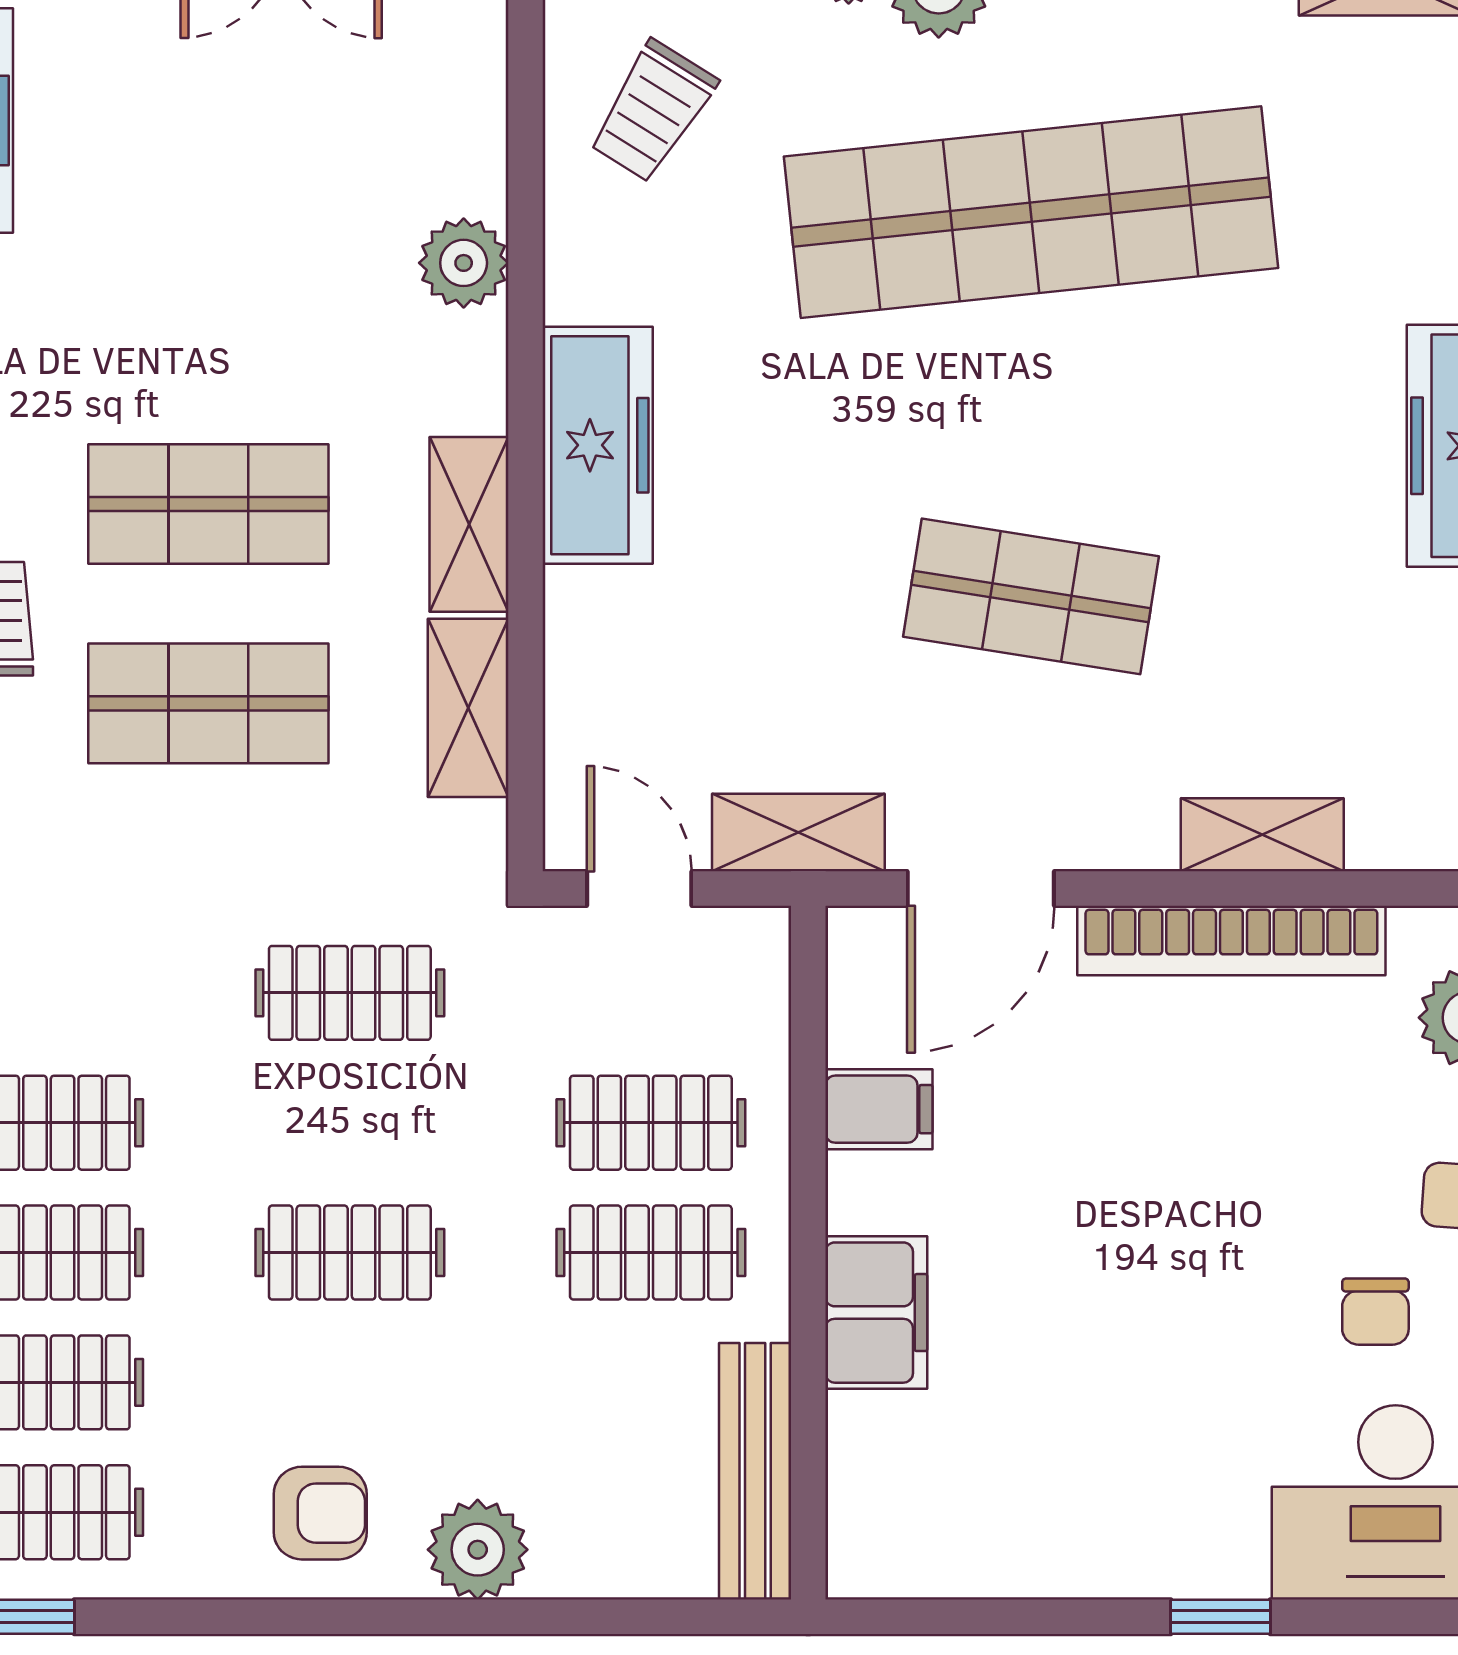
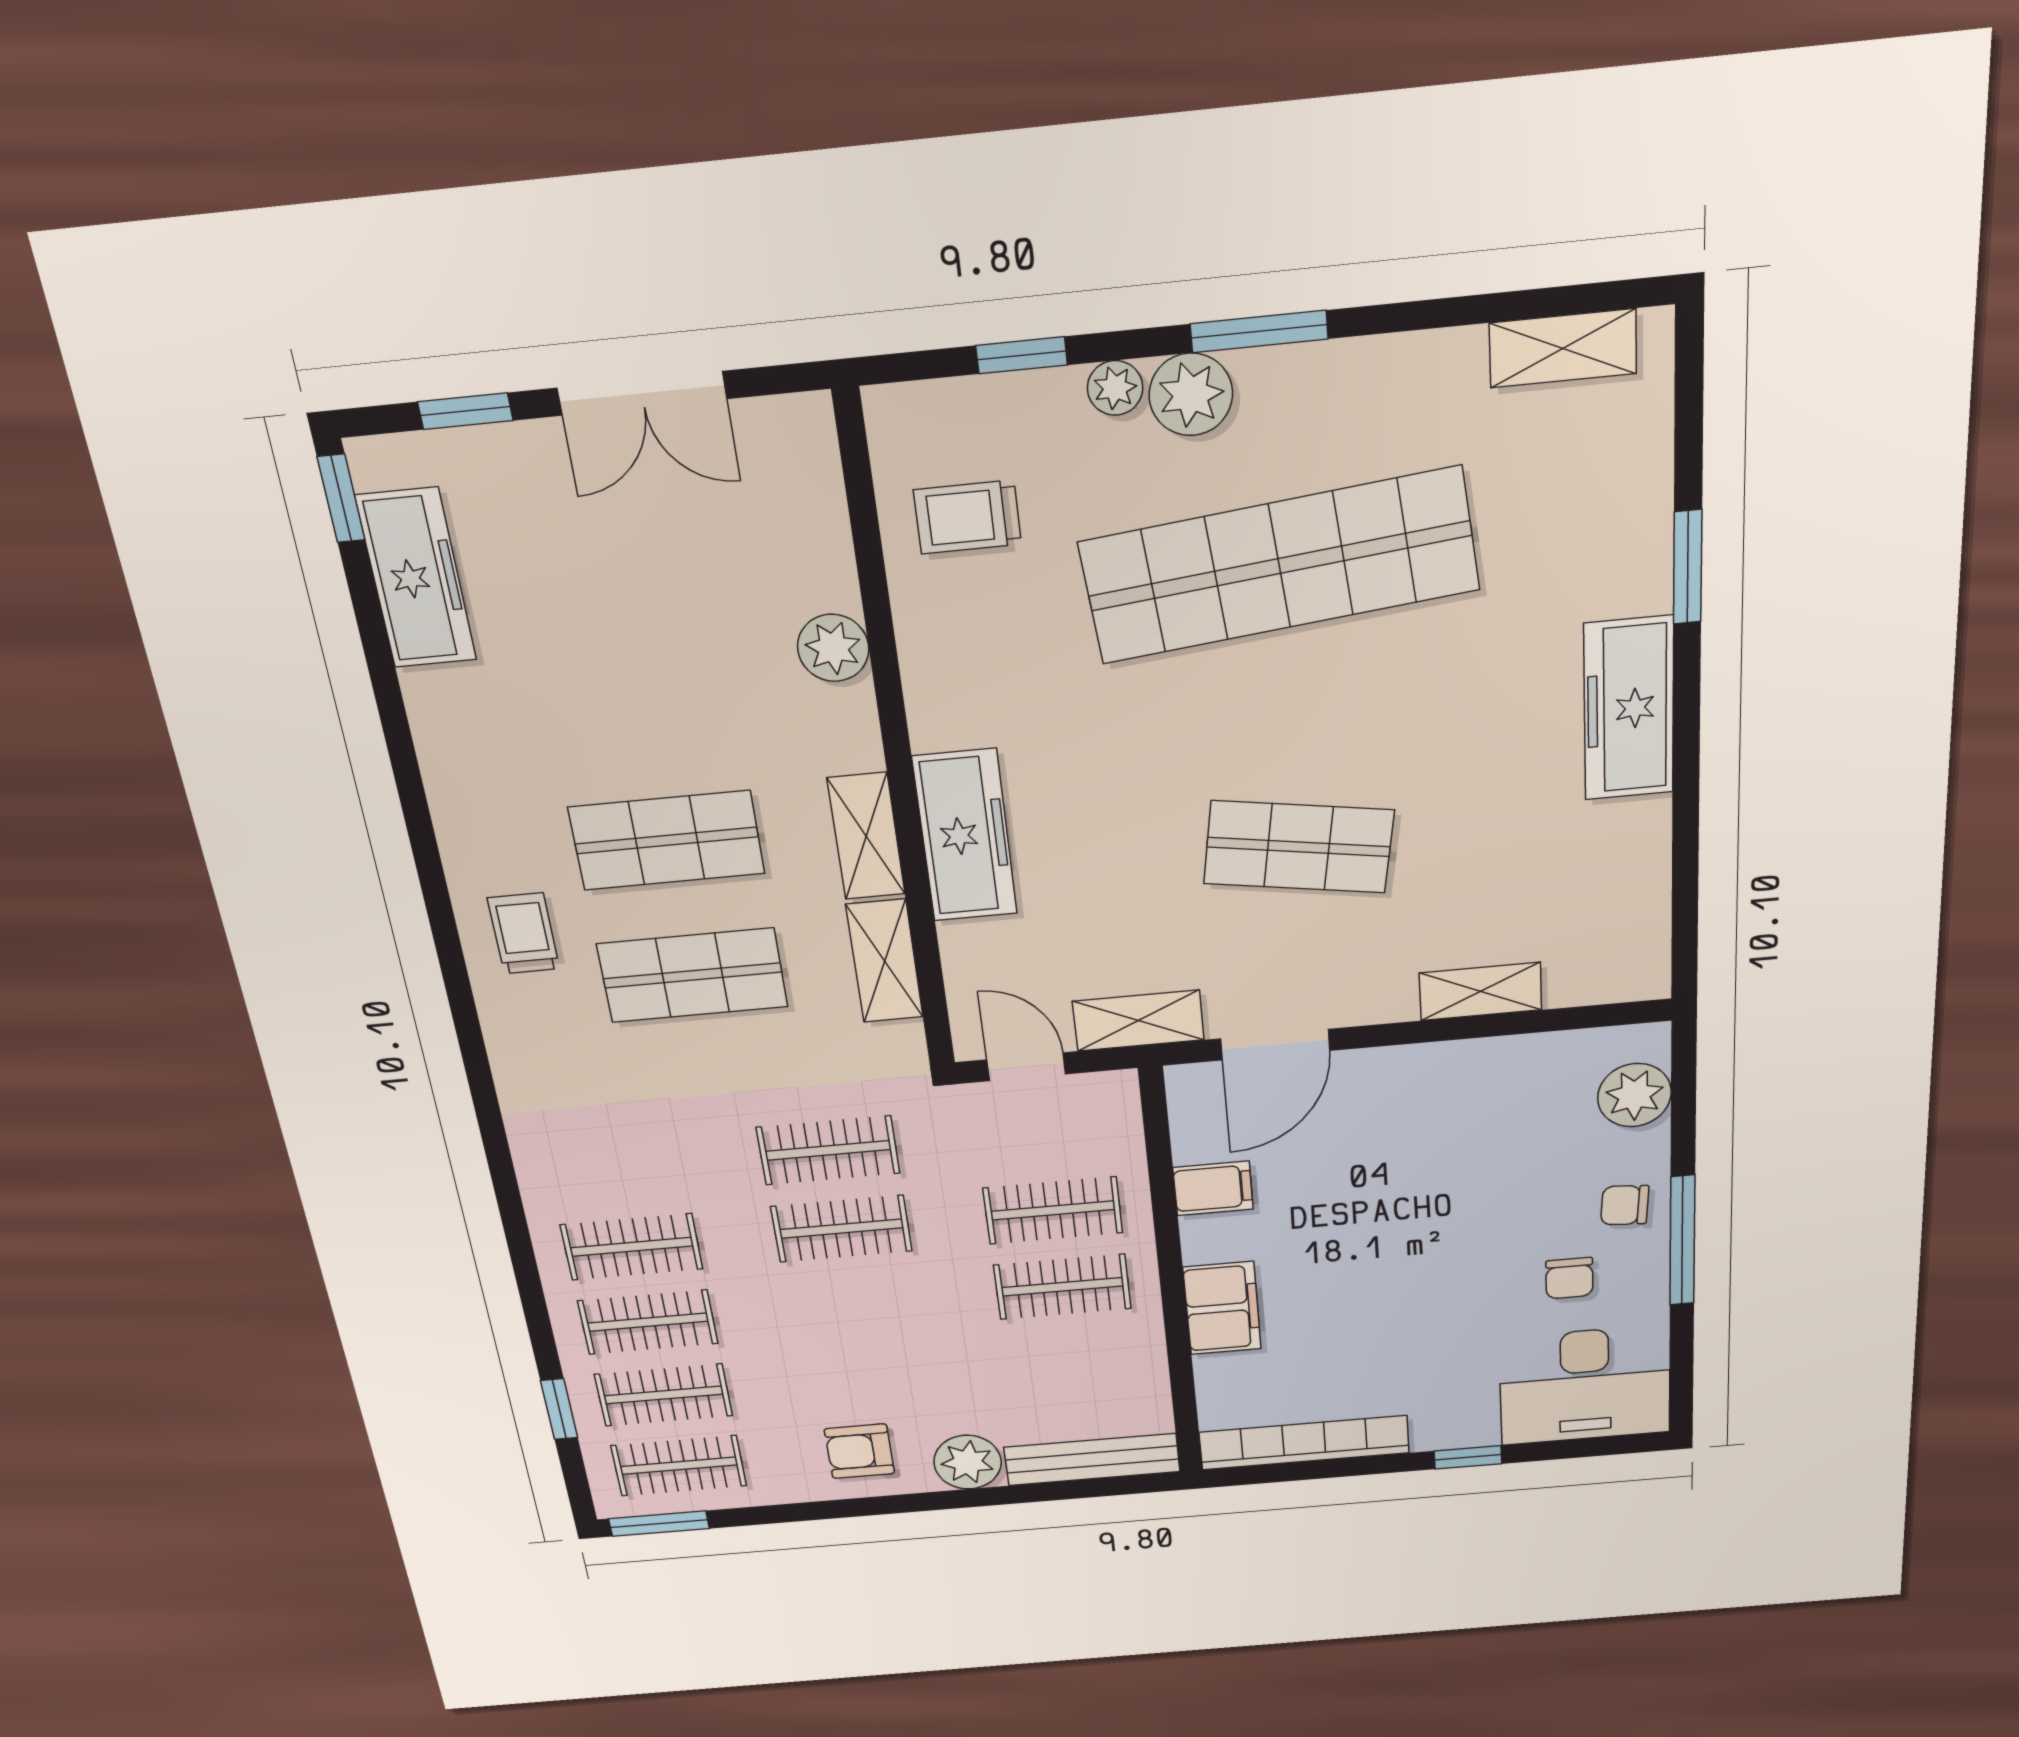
trolley: (653, 111) -> (967, 517), turned 58
freezer: (598, 445) -> (965, 836), moved
bookcase: (1231, 941) -> (1304, 1443), moved, turned 180
clothes rail: (350, 1253) -> (841, 1229), moved
bench: (755, 1471) -> (1092, 1460), moved, turned 90
armchair: (320, 1513) -> (859, 1451), turned 180

